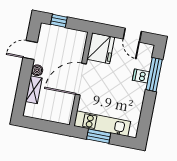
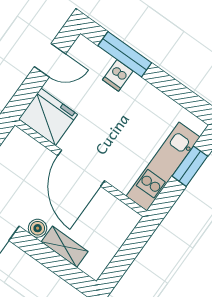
window: (99, 136) -> (190, 166), moved

